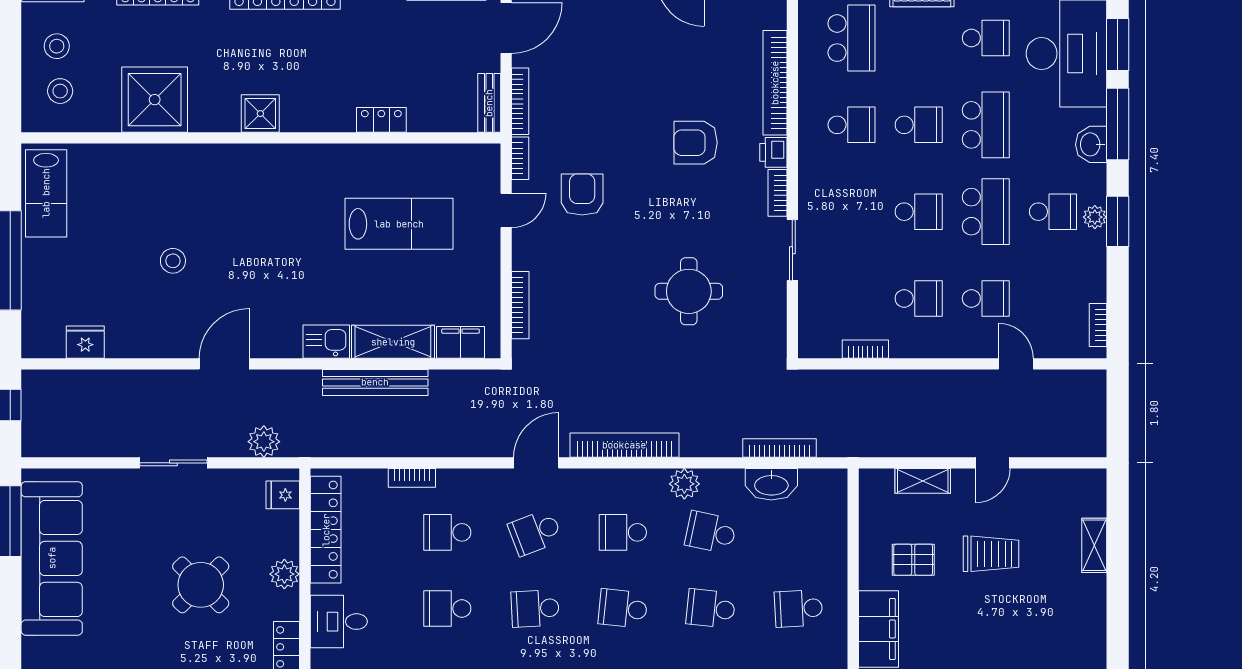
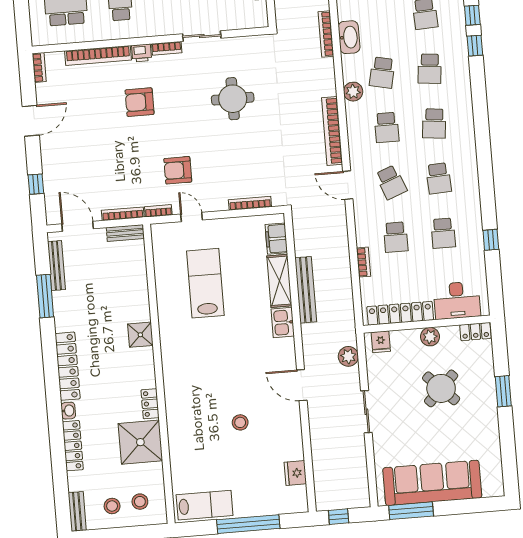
shower: (260, 114) -> (140, 335), moved
locker: (381, 120) -> (150, 404), moved
armchair: (696, 143) -> (140, 102), turned 90
desk: (339, 622) -> (457, 300), width x1.37

